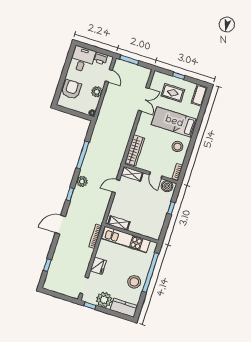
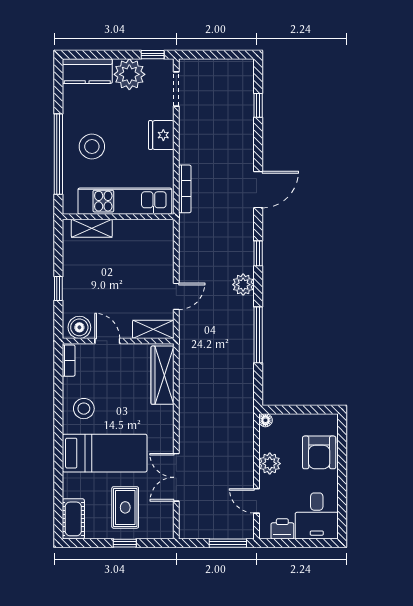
rug: (173, 93) -> (125, 507), turned 90
shelving: (119, 223) -> (92, 228), moved
stool: (134, 282) -> (92, 147), moved

